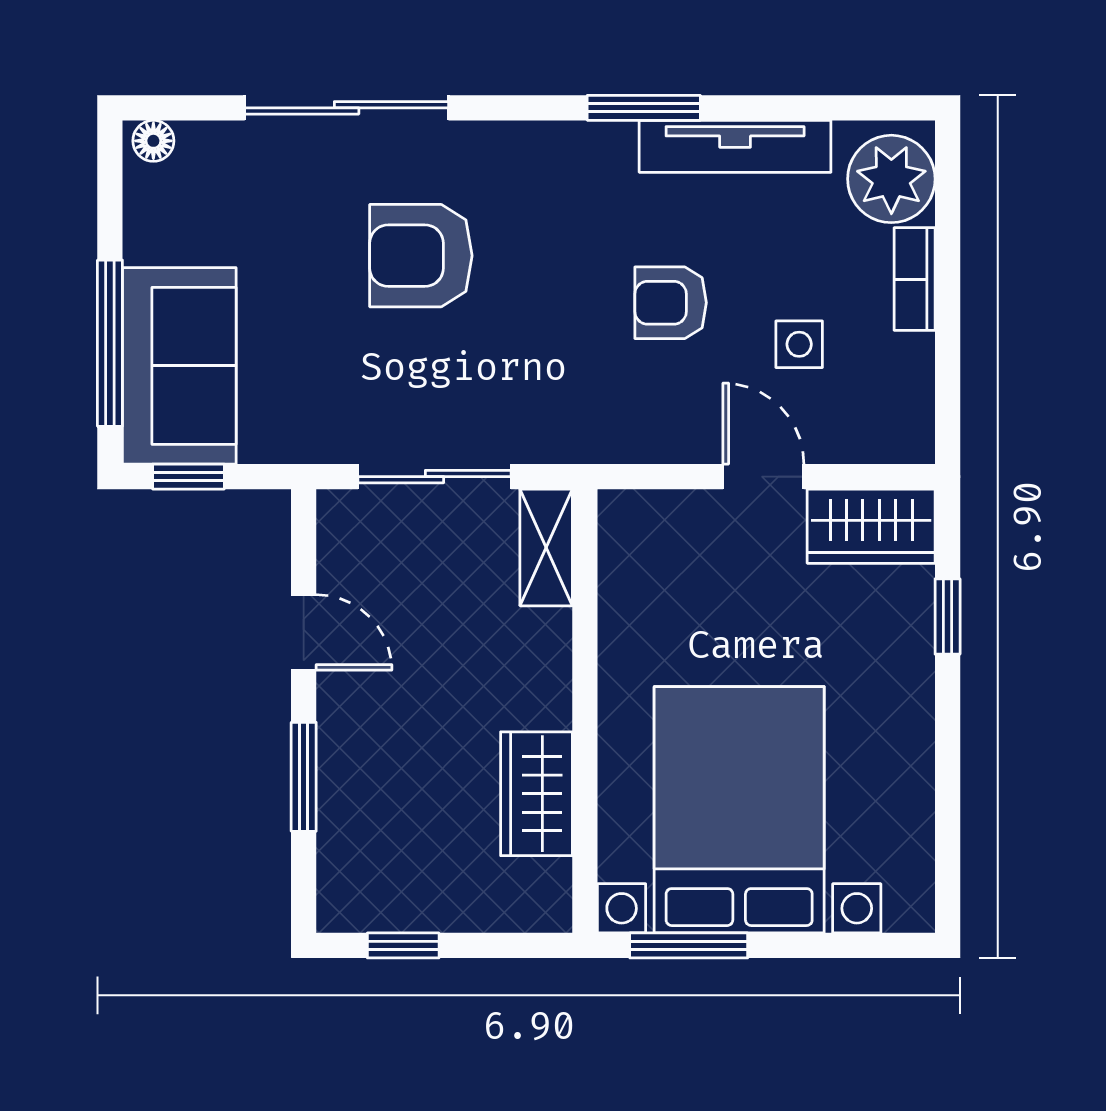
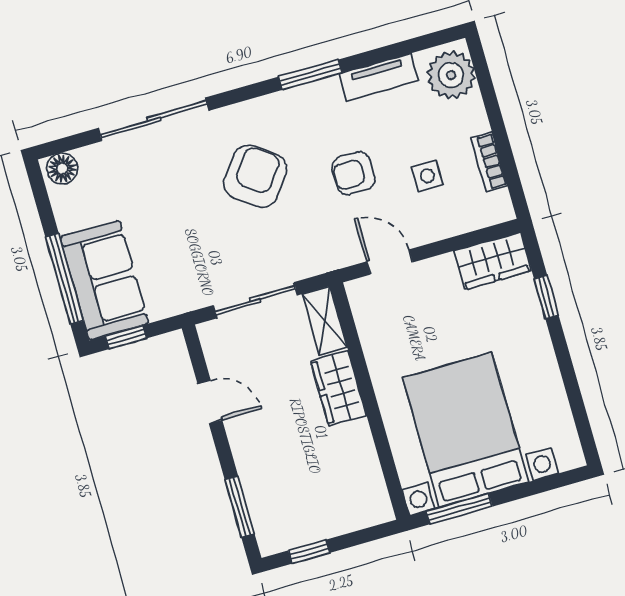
floor lamp: (153, 141) -> (62, 168), width x1.37, depth x1.37
tv unit: (735, 146) -> (379, 77), width x0.71
armchair: (421, 256) -> (255, 176), moved, turned 127
bookcase: (915, 279) -> (489, 162), moved
door: (763, 477) -> (390, 262), moved
window: (304, 777) -> (240, 507), moved
wardrobe: (537, 794) -> (338, 388), moved

